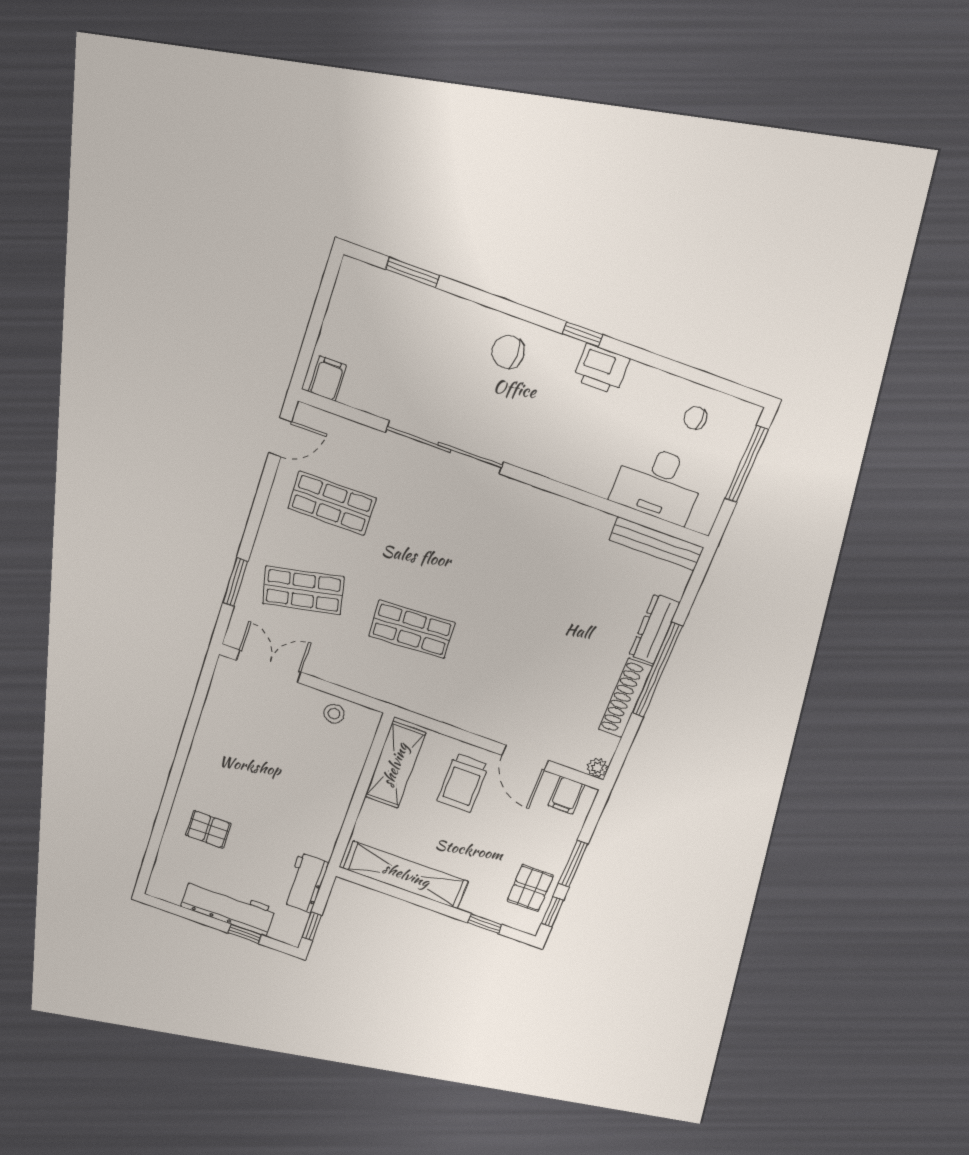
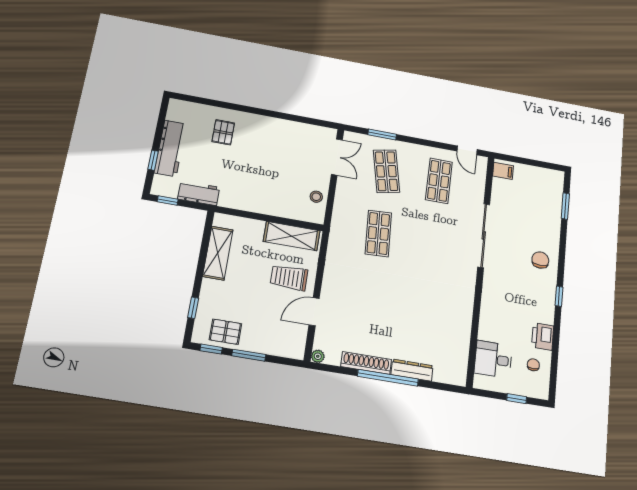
printer: (601, 369) -> (543, 336), moved
window: (746, 464) -> (517, 399), width x0.46
desk: (658, 484) -> (493, 359), width x0.73
bench: (656, 544) -> (461, 360), removed
filing cabinet: (566, 795) -> (295, 341), removed
shelving: (406, 875) -> (218, 253), width x0.68

